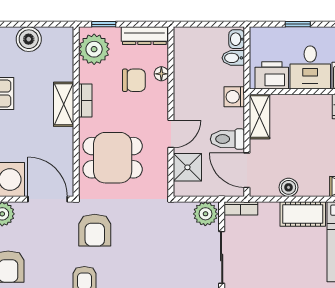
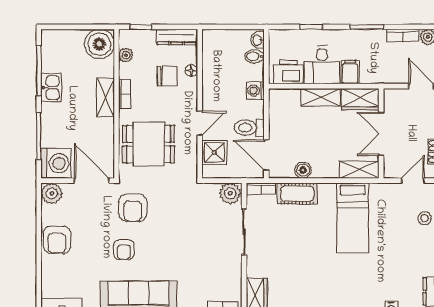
boiler: (29, 39) -> (99, 44), moved, width x1.37, depth x1.37
plant: (94, 49) -> (126, 55), width x0.53, depth x0.53
shelving: (259, 117) -> (320, 97), moved, turned 90
cot: (303, 214) -> (297, 194), moved

